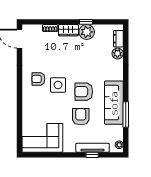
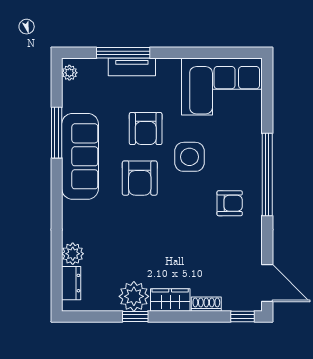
window: (32, 22) -> (243, 316), added
side table: (58, 85) -> (189, 157), moved
armchair: (84, 92) -> (140, 178), turned 90
window: (19, 93) -> (267, 174), added
tv unit: (93, 148) -> (132, 67), width x0.71
window: (92, 155) -> (123, 53), width x2.17

